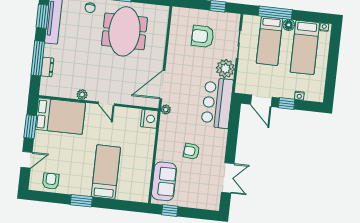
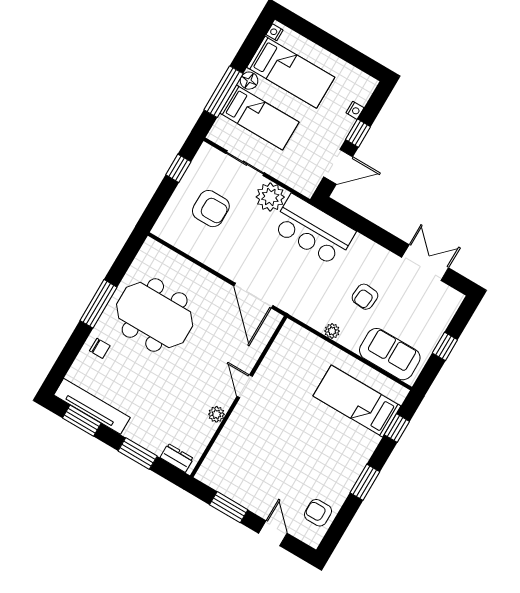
armchair: (203, 36) -> (211, 209), turned -90
window: (38, 58) -> (138, 453), width x0.69
dresser: (47, 67) -> (177, 458), moved
door: (106, 104) -> (245, 386), swing flipped
plant: (166, 109) -> (332, 331), moved
bed: (60, 116) -> (233, 458), removed
nightstand: (149, 119) -> (293, 335), removed
bed: (106, 172) -> (357, 401), moved
window: (122, 205) -> (397, 428), added
window: (170, 211) -> (445, 346), moved

